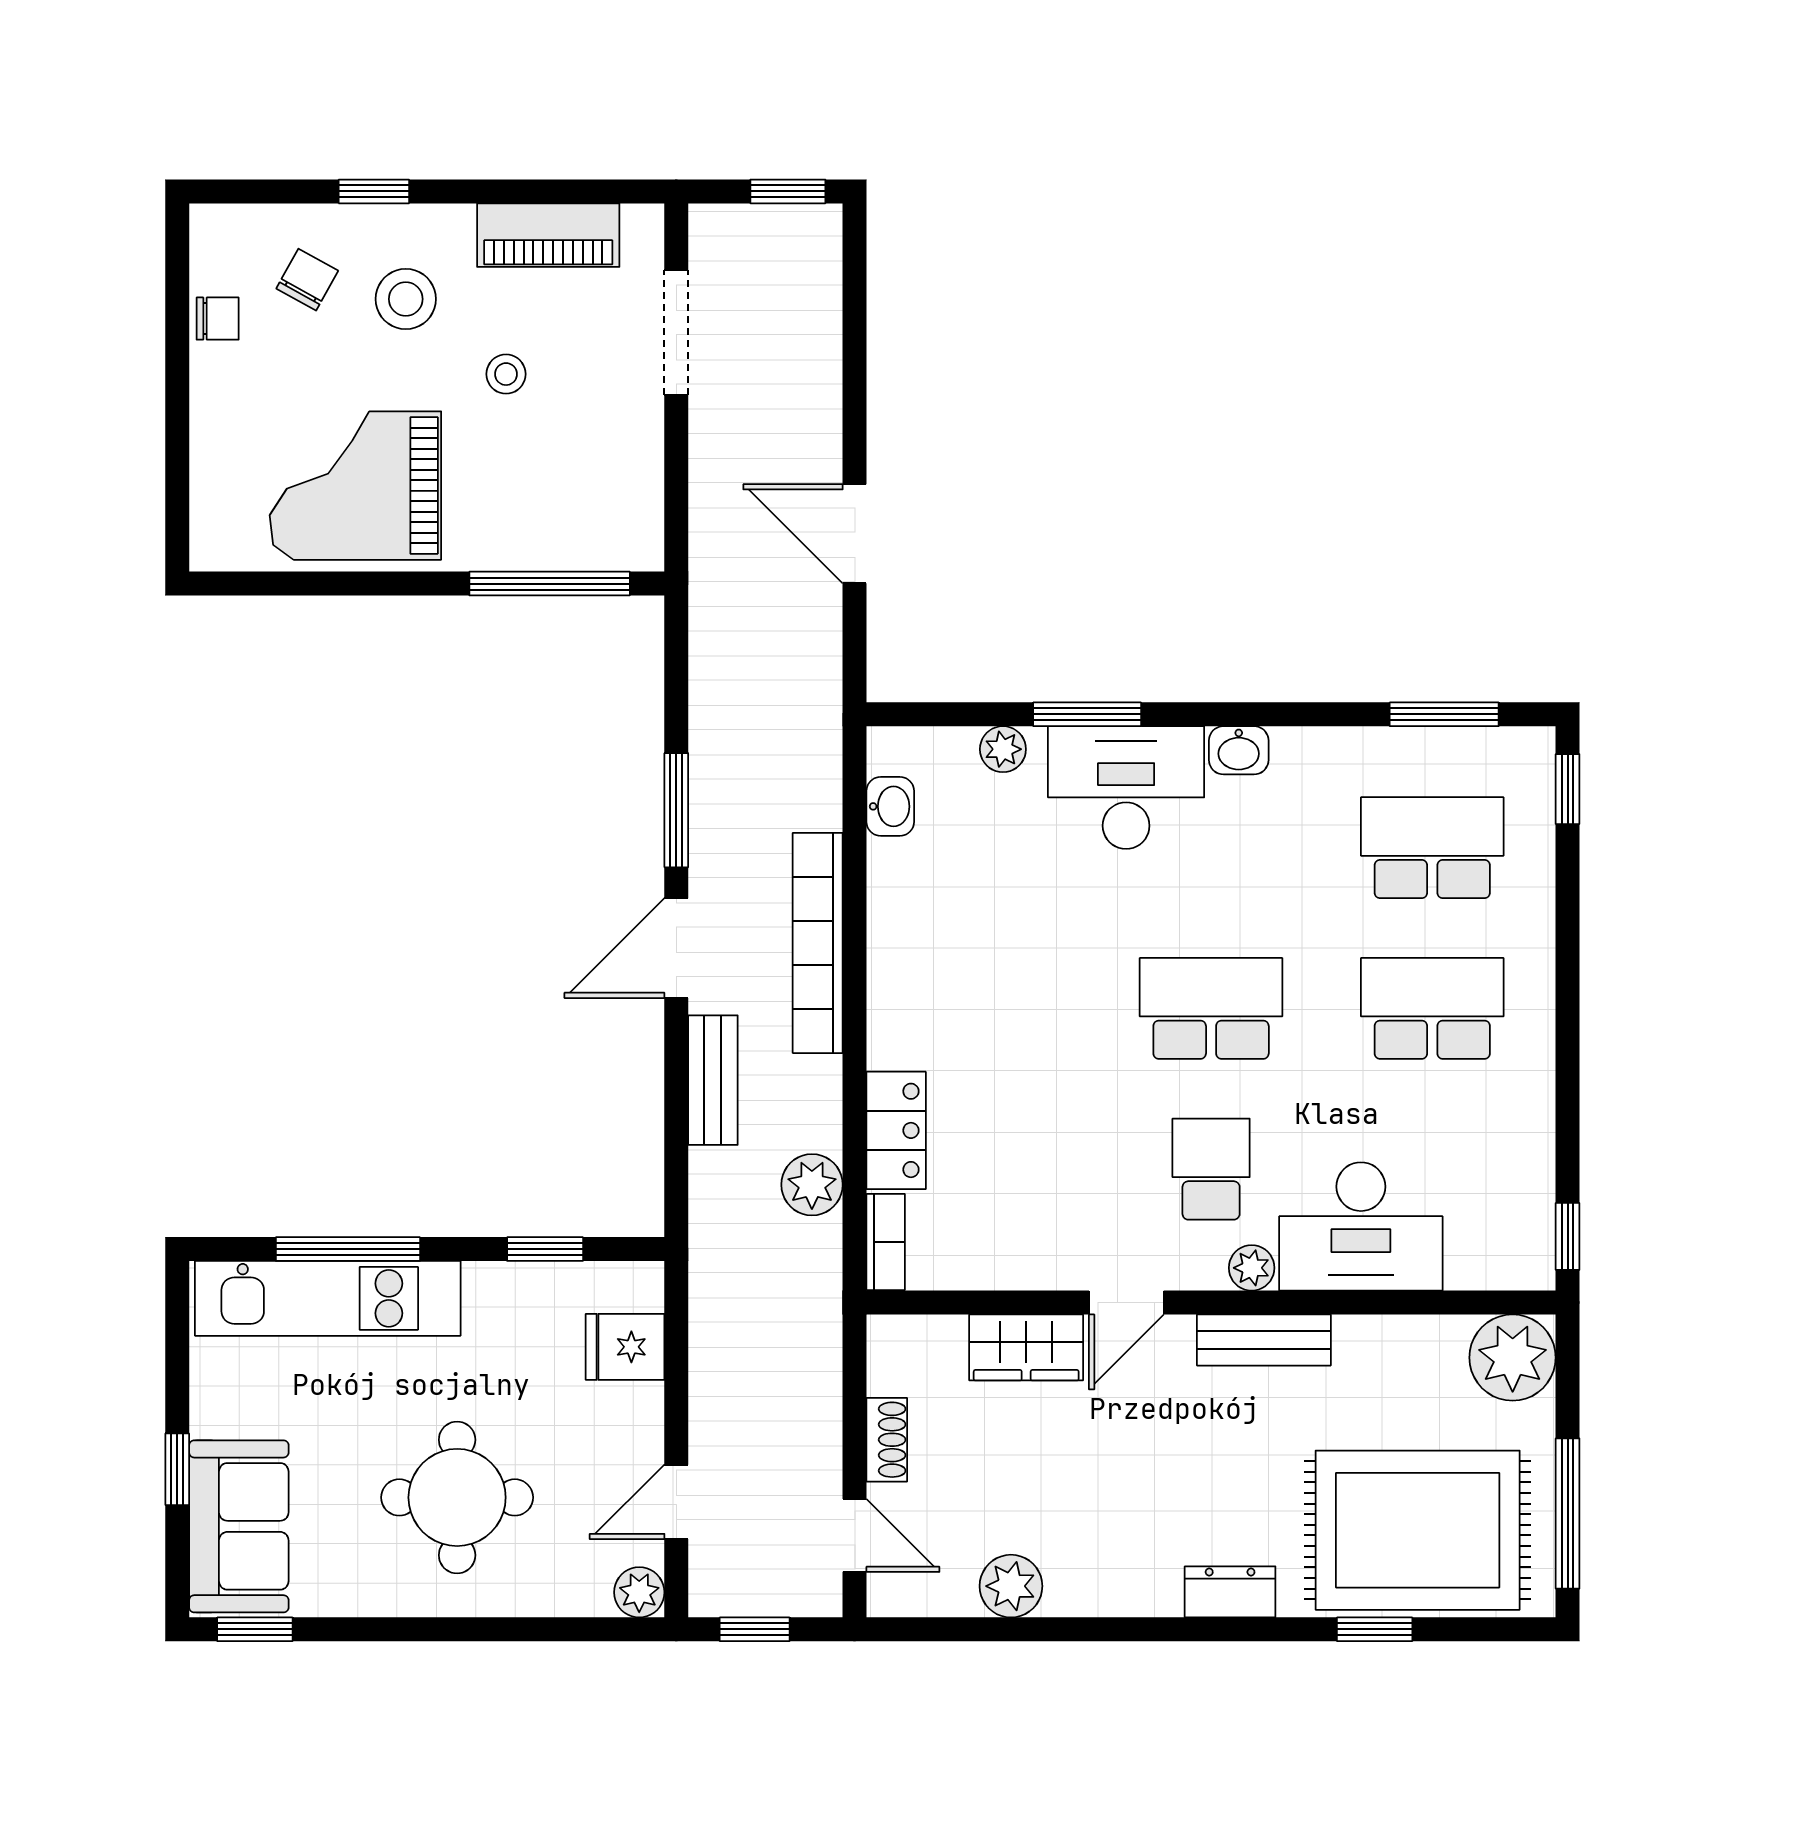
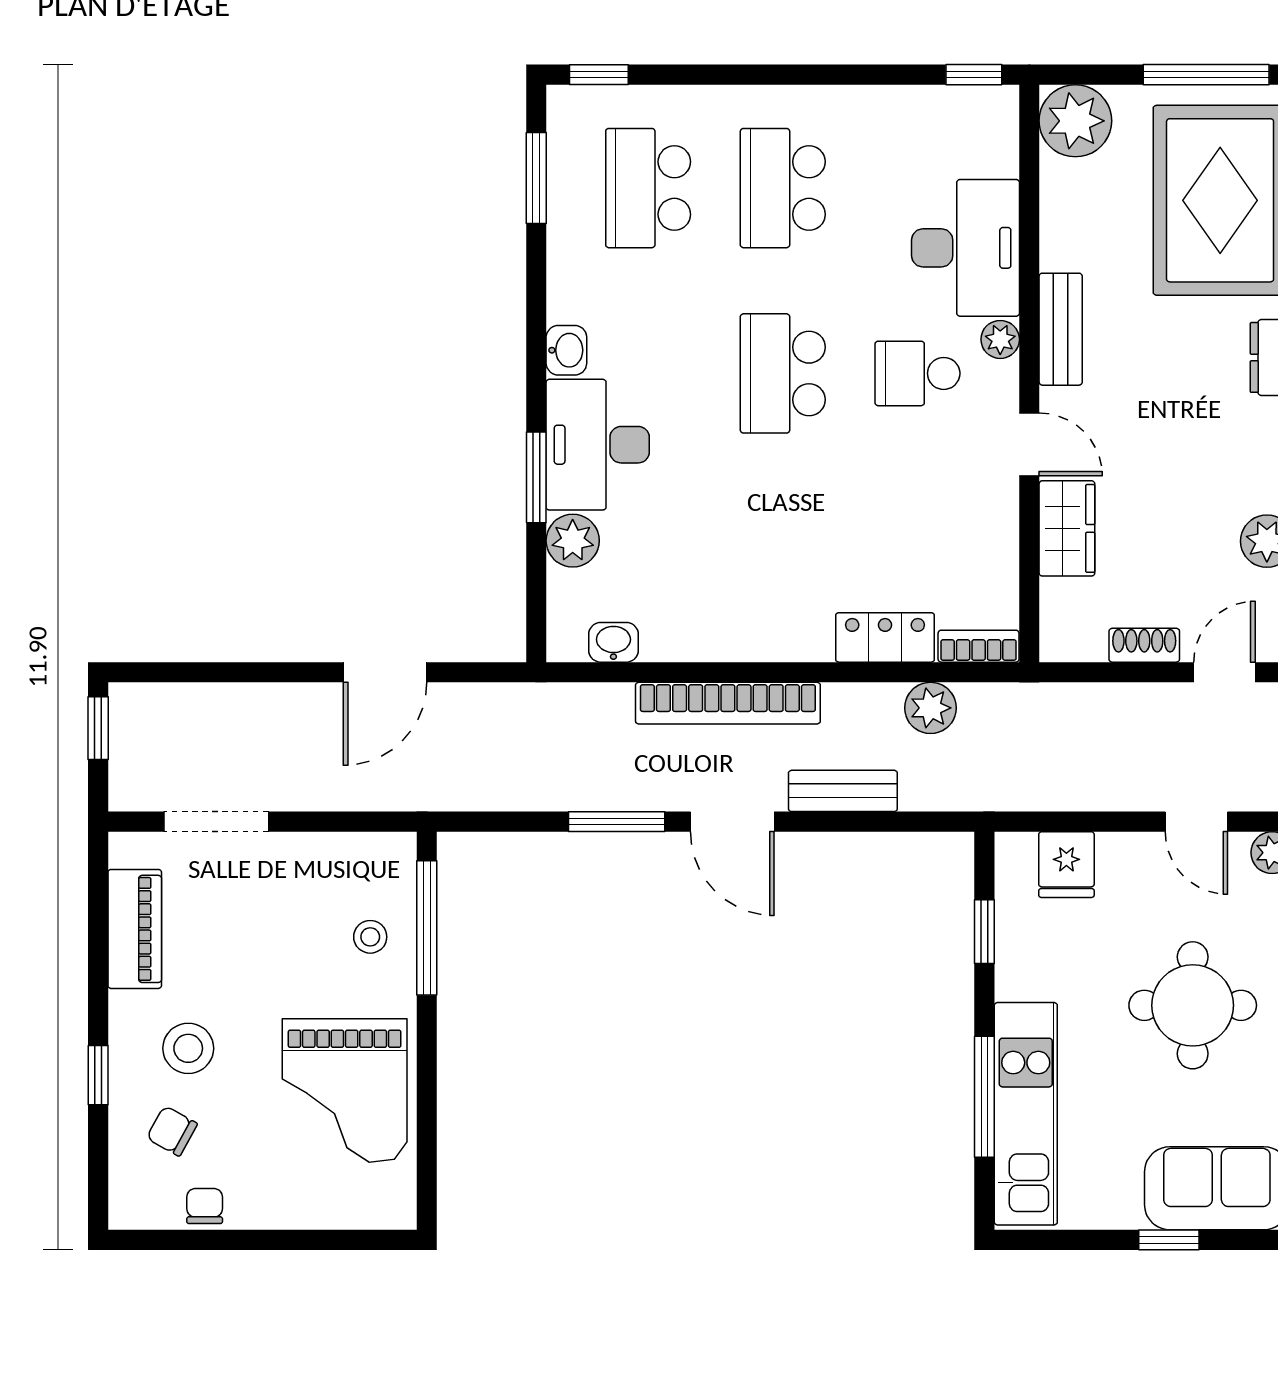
stool: (506, 374) -> (370, 937), moved
plant: (1003, 749) -> (573, 541), width x1.38, depth x1.38

